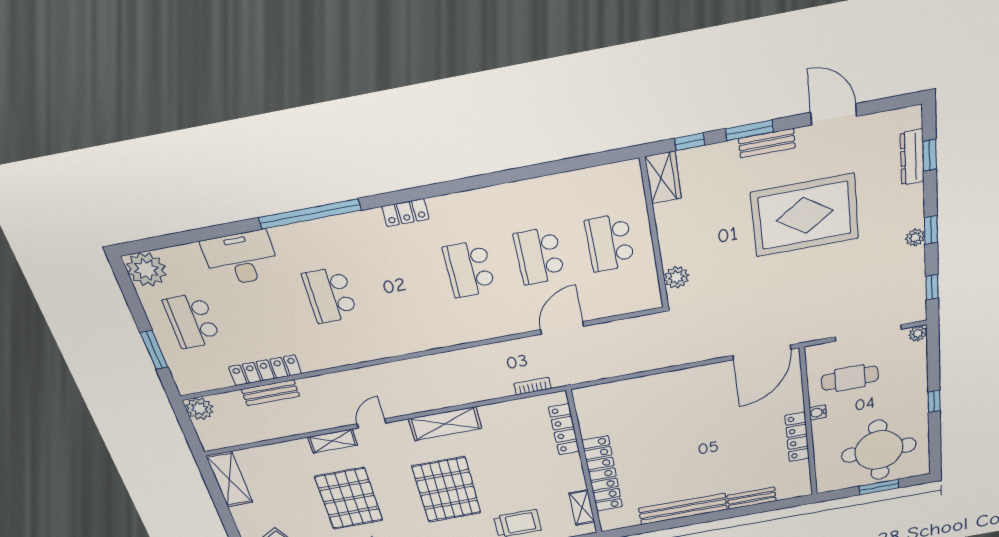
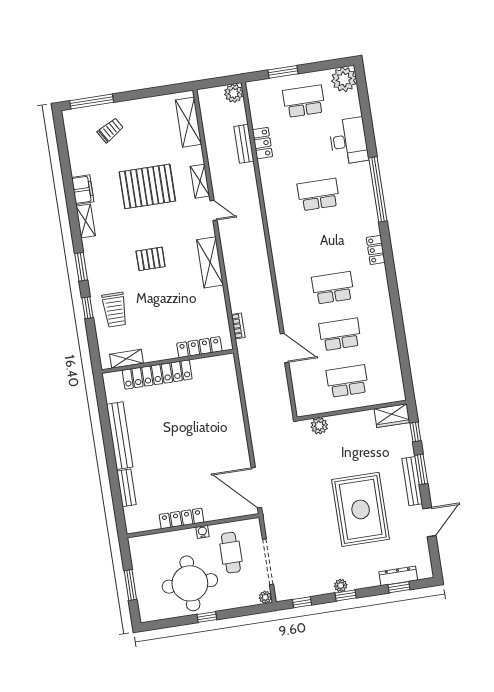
bench: (767, 143) -> (412, 481), width x1.36
locker: (265, 370) -> (262, 143), width x0.66
round table: (879, 450) -> (190, 583), moved
shelving: (229, 479) -> (189, 122), moved, turned 90
pallet: (447, 490) -> (151, 259), width x0.49, depth x0.50

